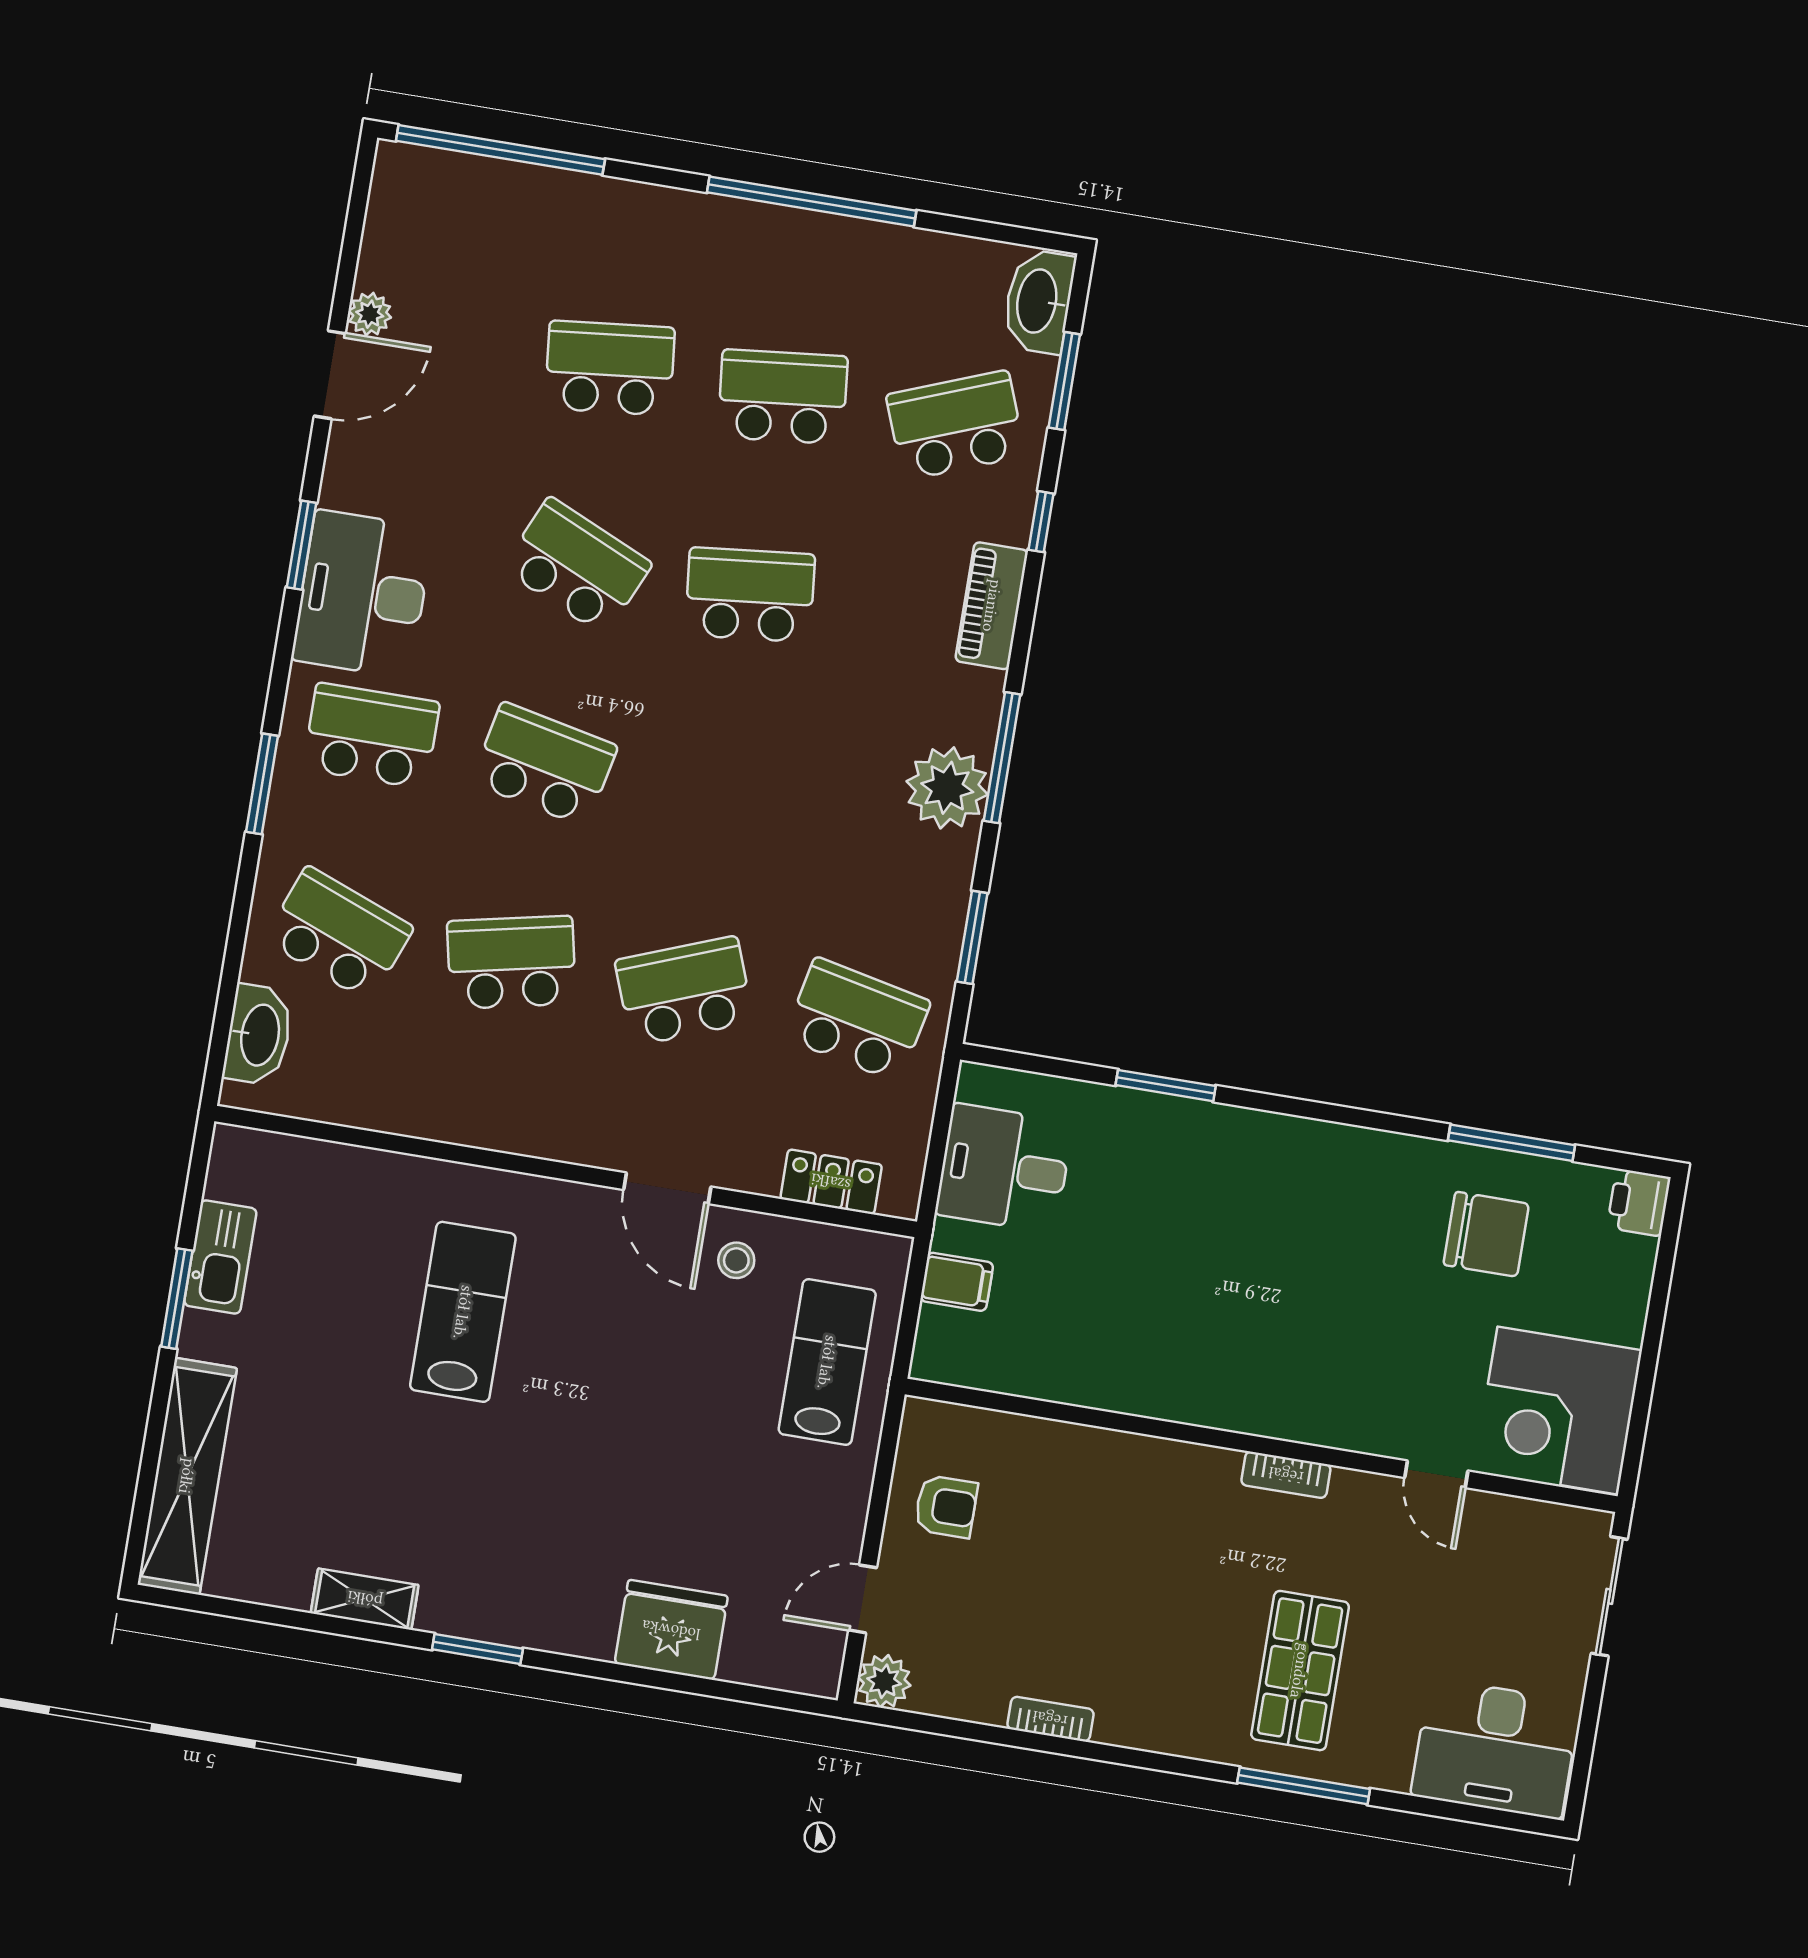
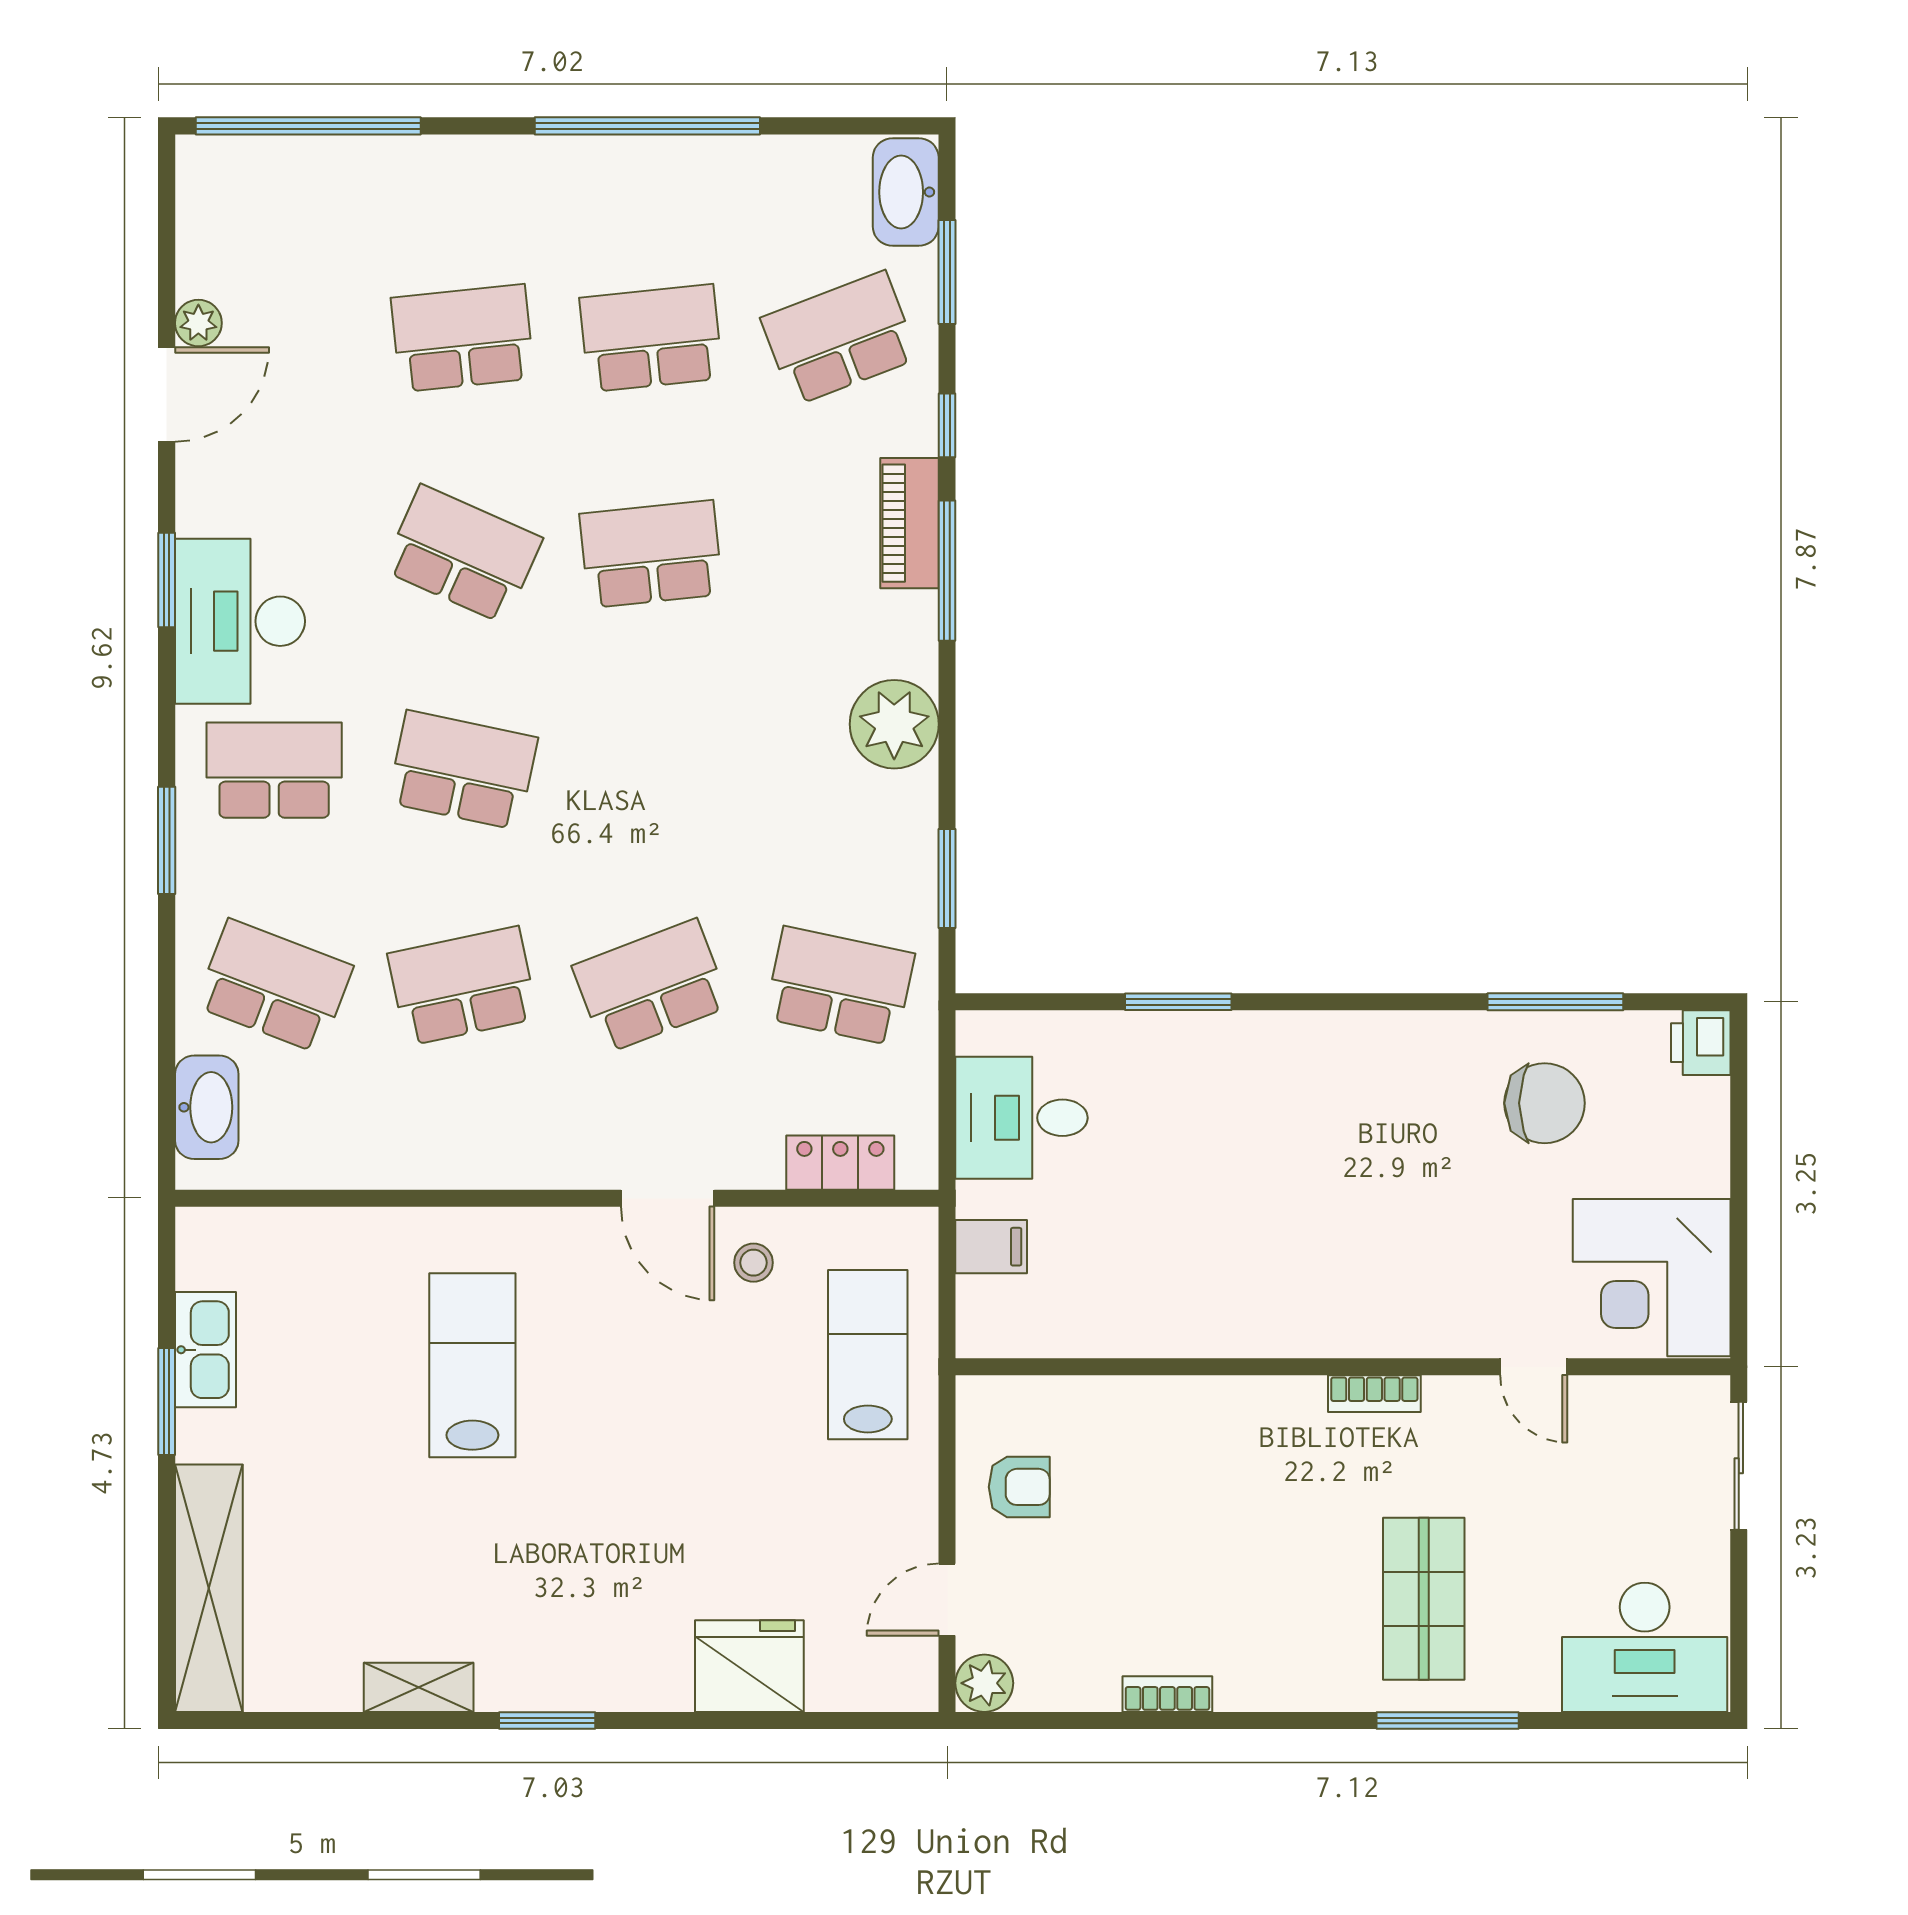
window: (1002, 758) -> (947, 571), moved

